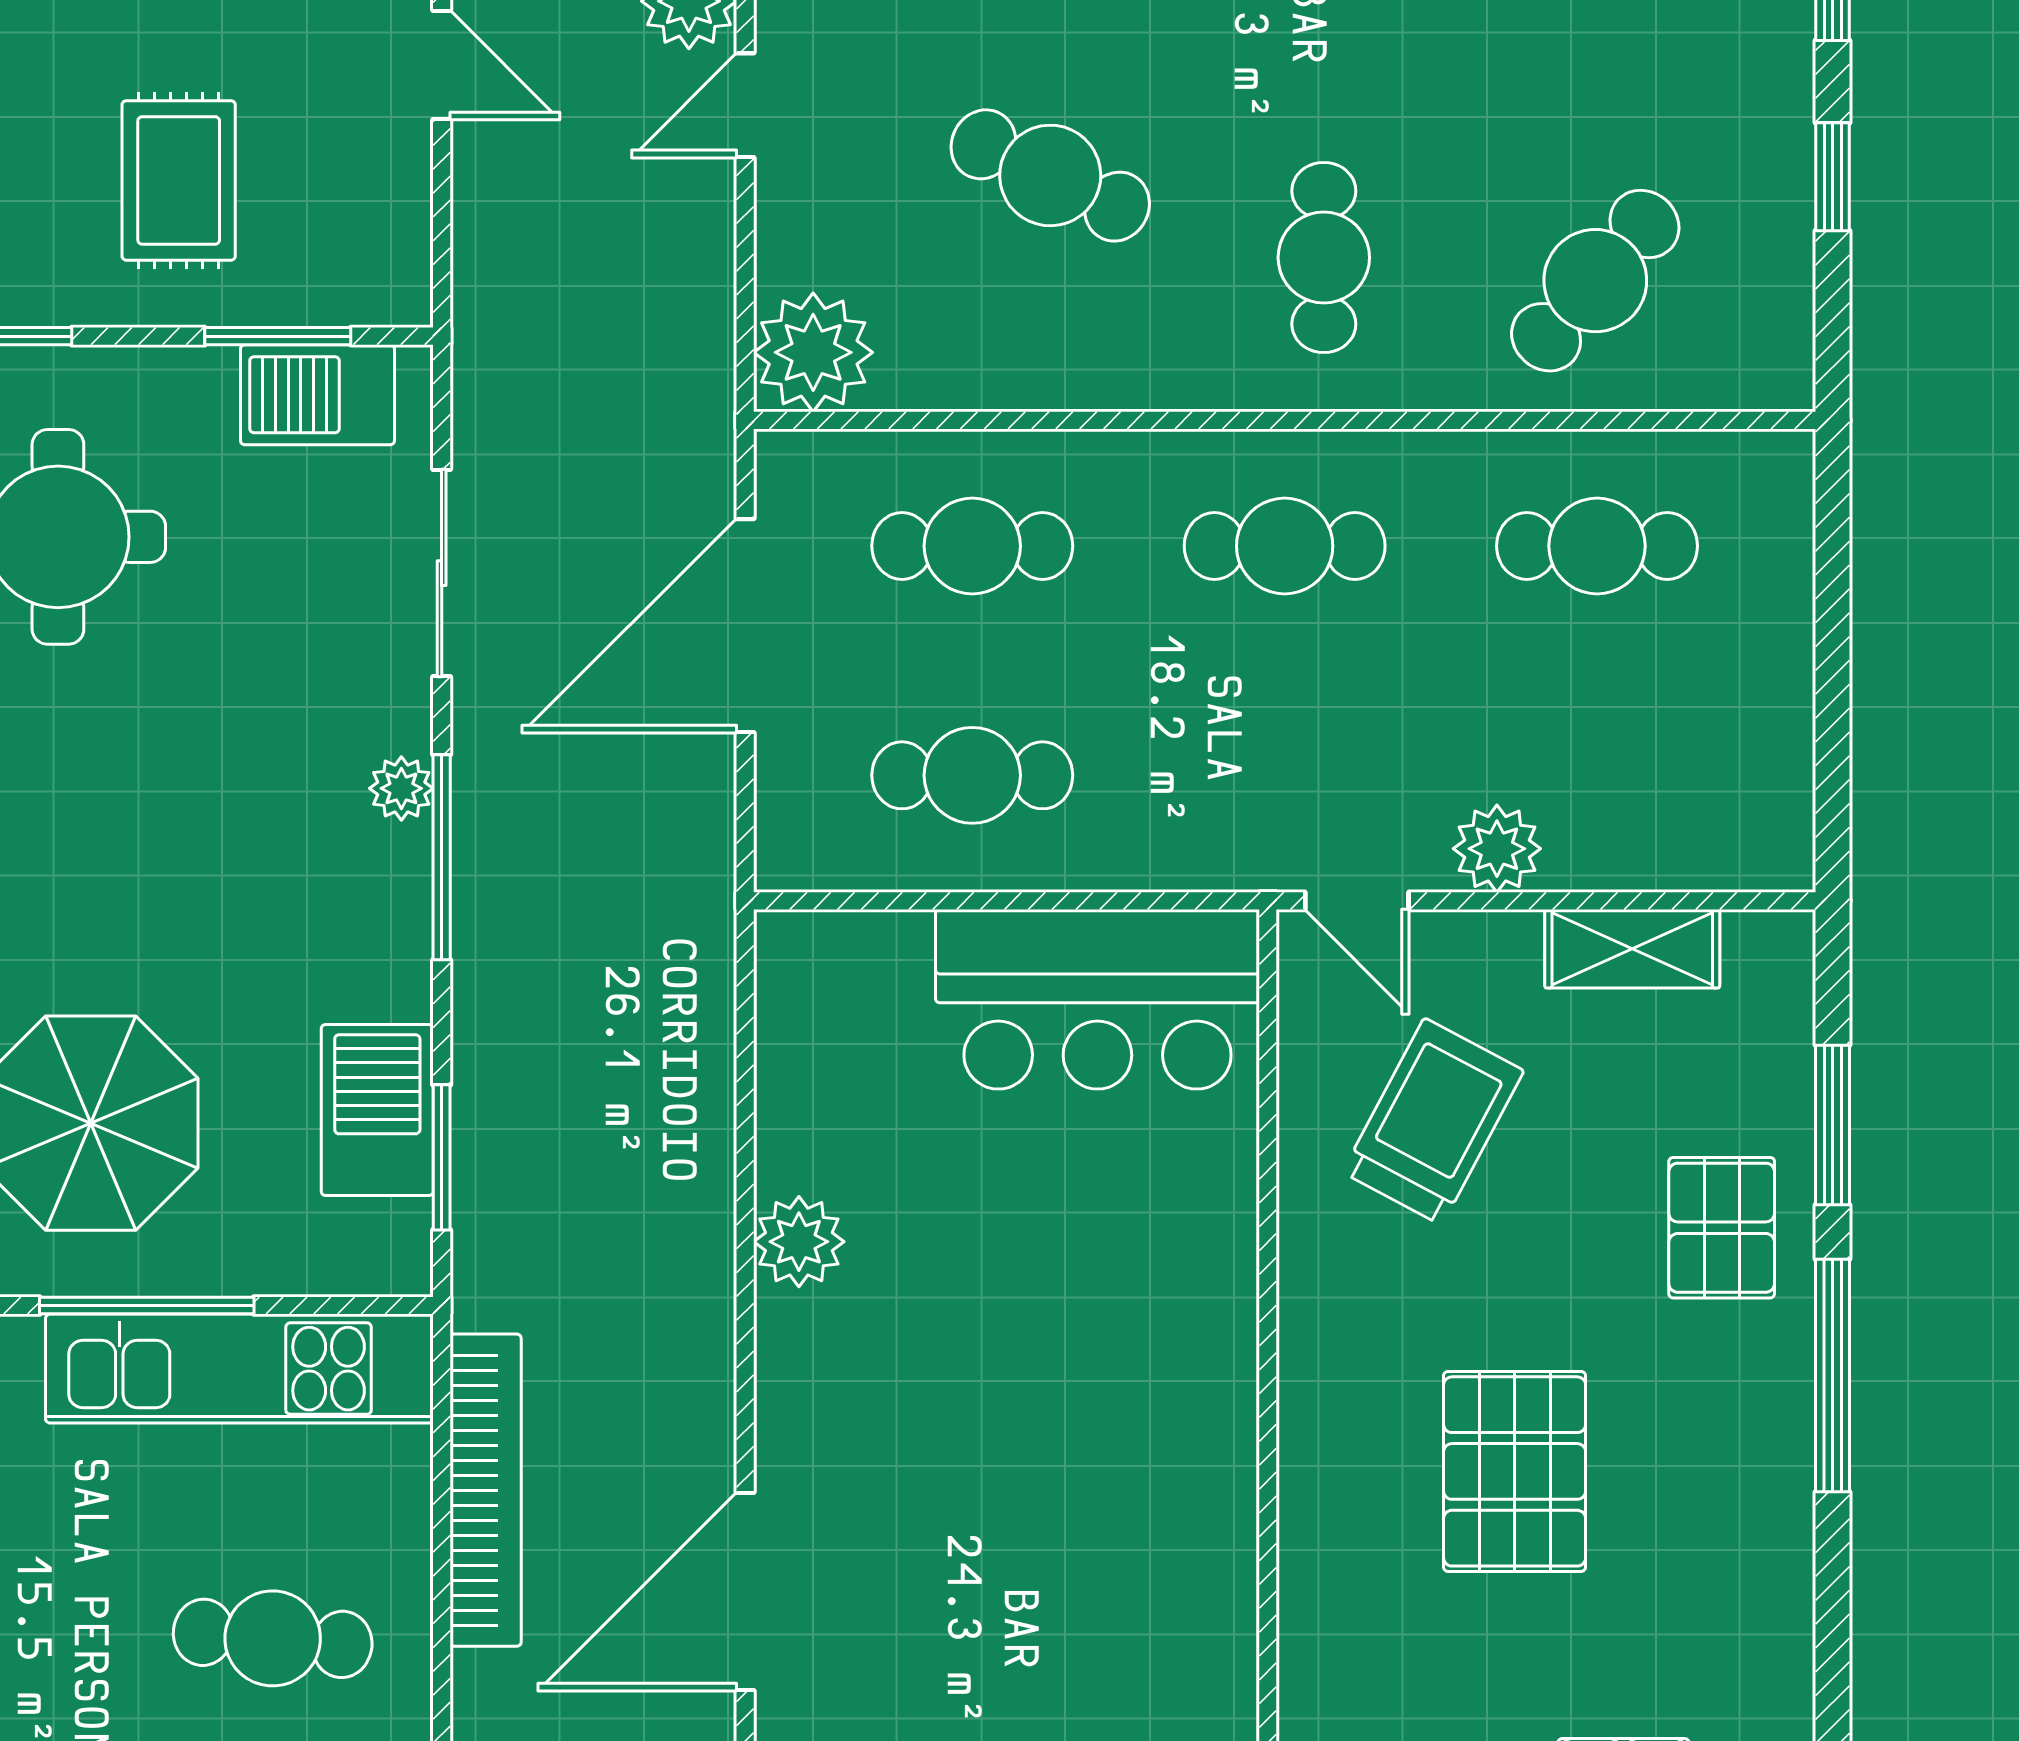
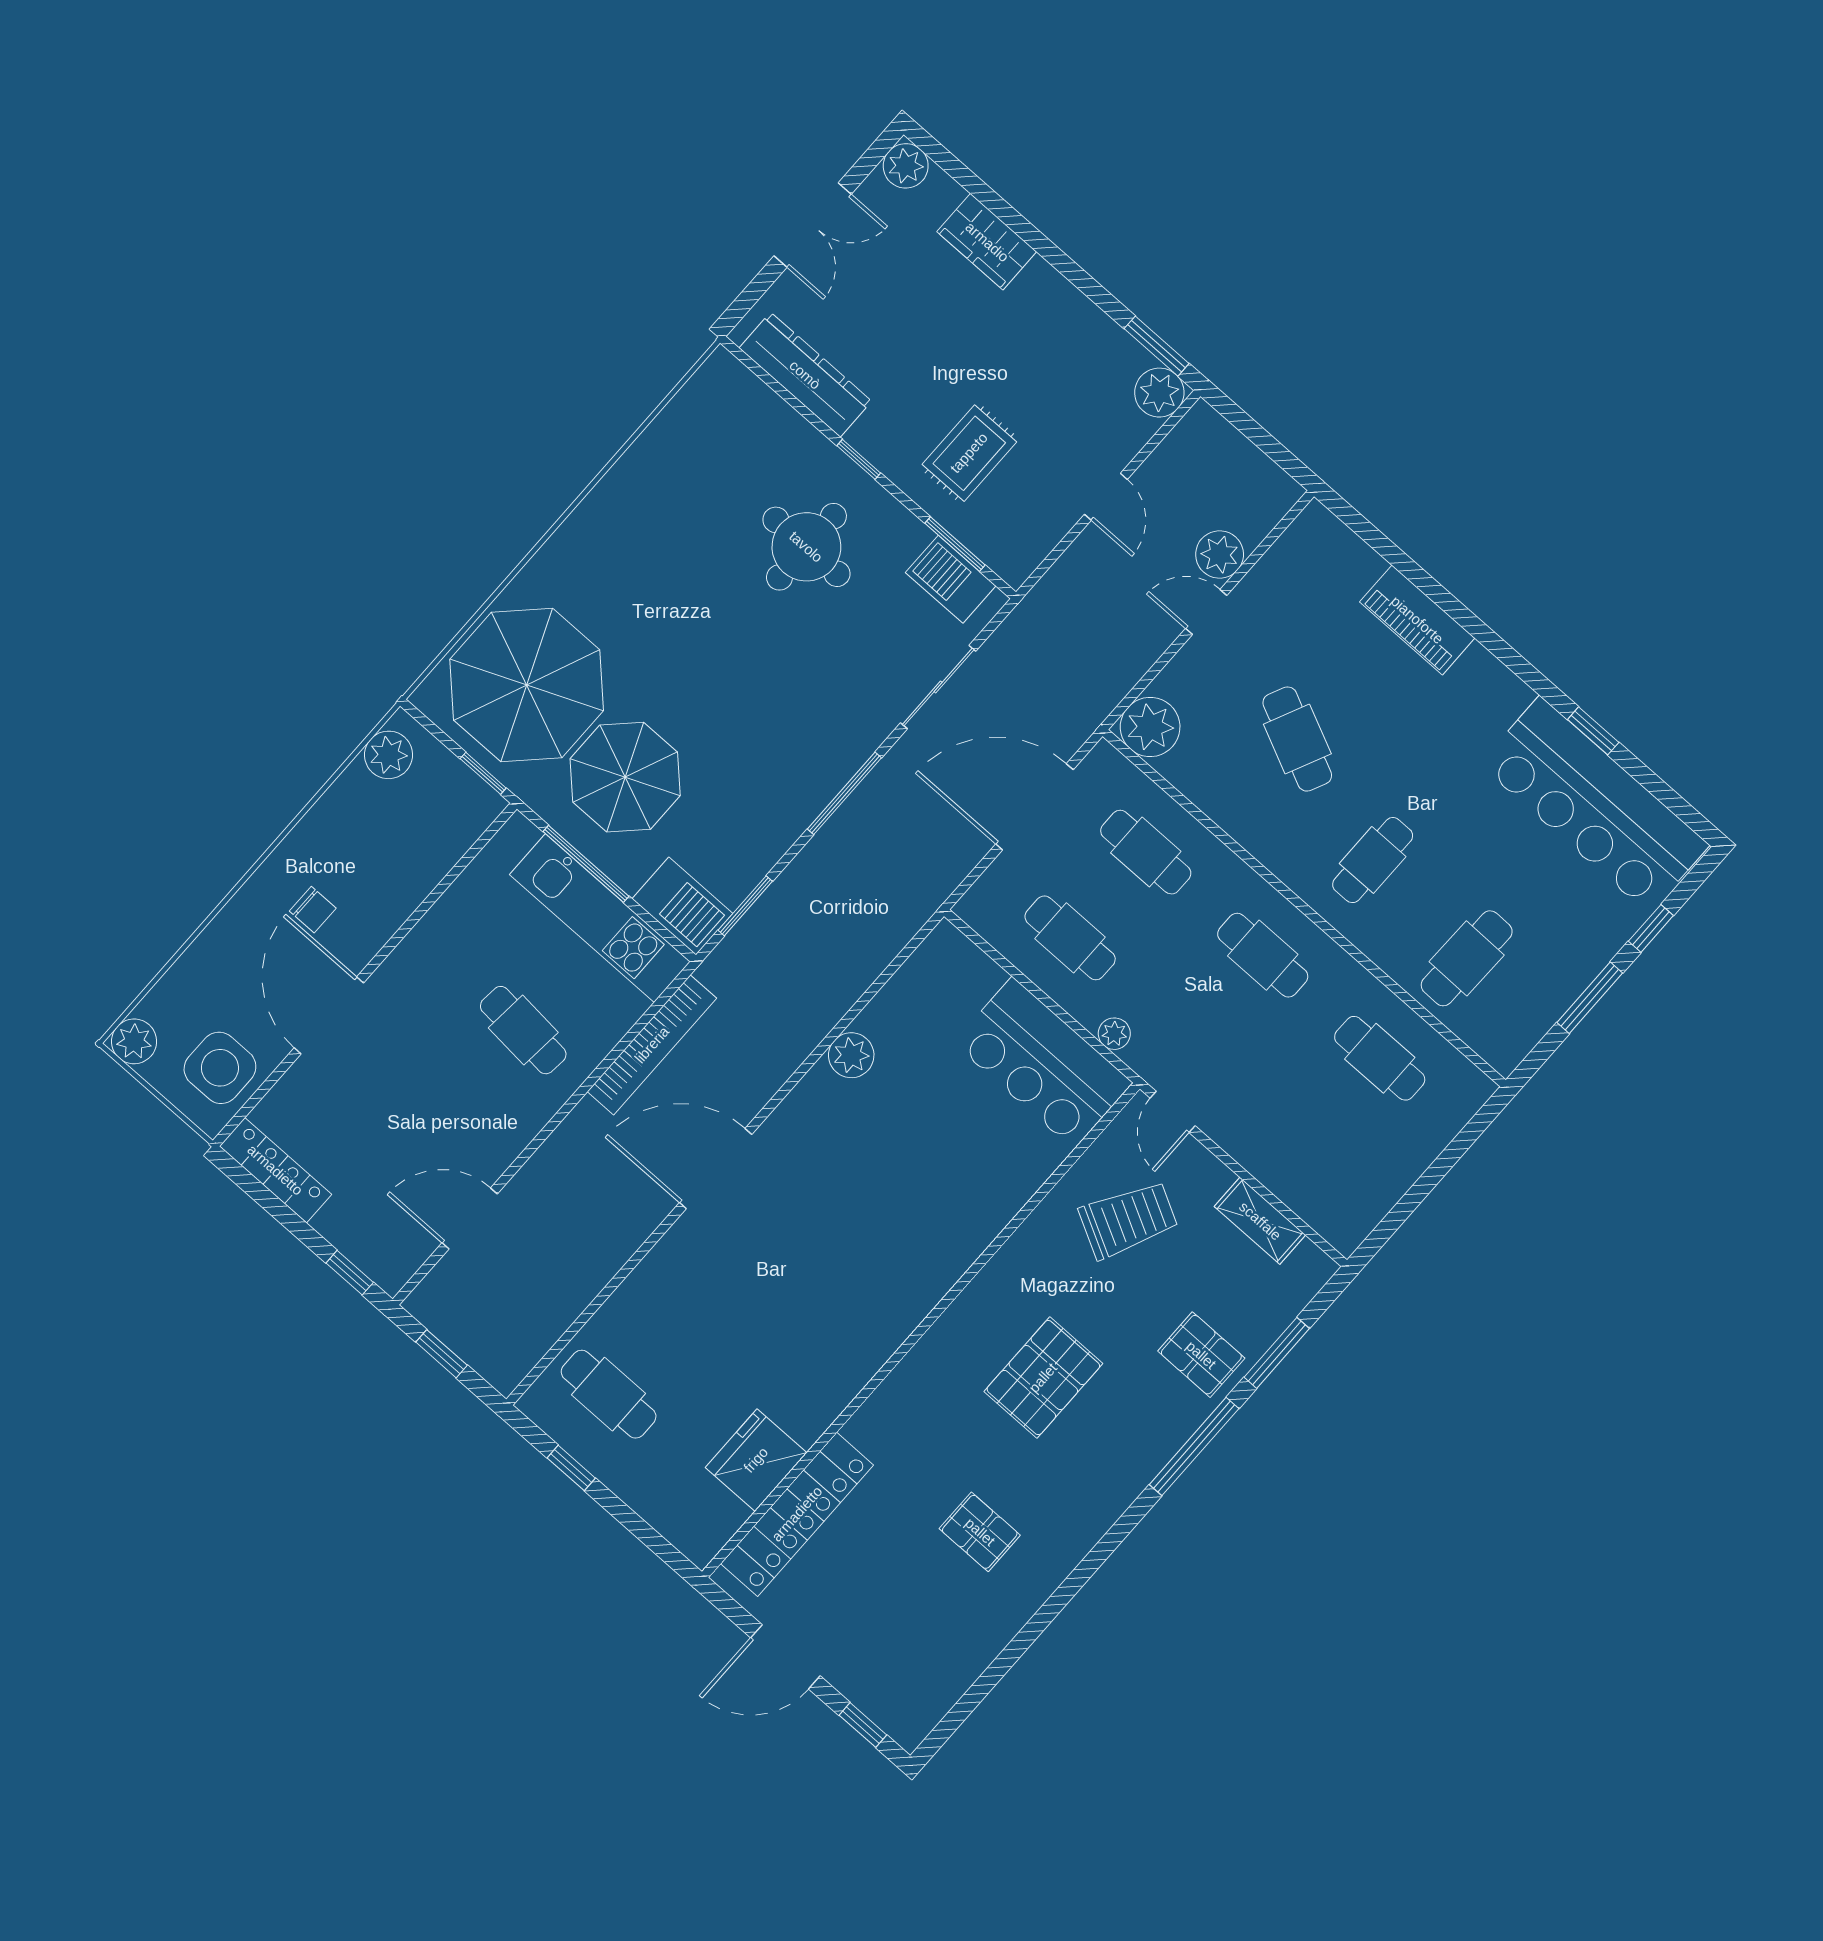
window: (1833, 177) -> (1590, 998), width x1.50
cafe table: (1595, 281) -> (1467, 958), turned -40
plant: (401, 788) -> (852, 754), removed
plant: (1497, 849) -> (1114, 1034), moved, width x0.73, depth x0.73
barbecue: (377, 1110) -> (682, 906), moved, turned 90
pallet: (1722, 1228) -> (1201, 1355), turned 90

